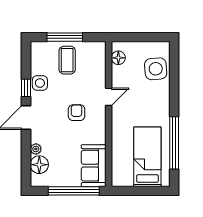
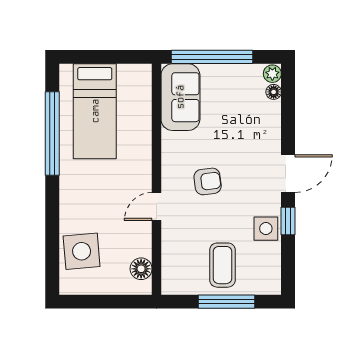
armchair: (77, 113) -> (208, 181), turned -97
plant: (36, 149) -> (272, 74), moved
floor lamp: (39, 165) -> (274, 92), width x0.53, depth x0.53

